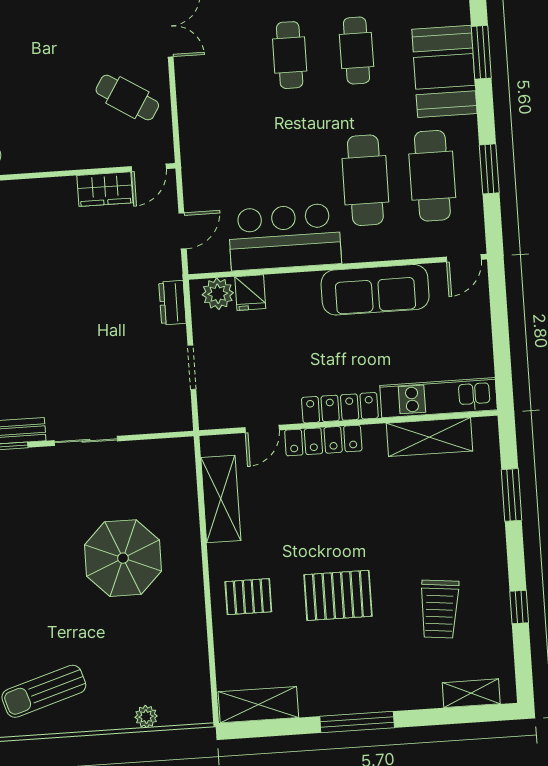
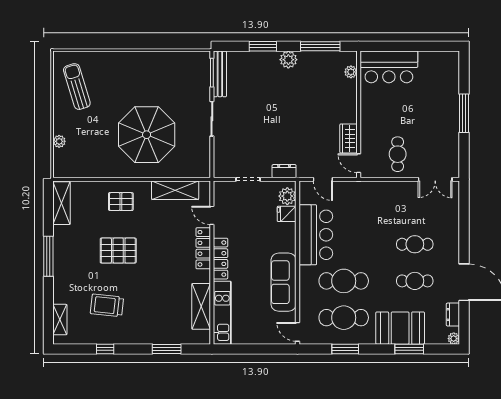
cafe table: (127, 98) -> (398, 154), turned -32
parasol: (123, 558) -> (147, 135), width x1.36, depth x1.36
pallet: (338, 595) -> (118, 251), turned 90
pallet: (248, 597) -> (121, 202), turned 90

